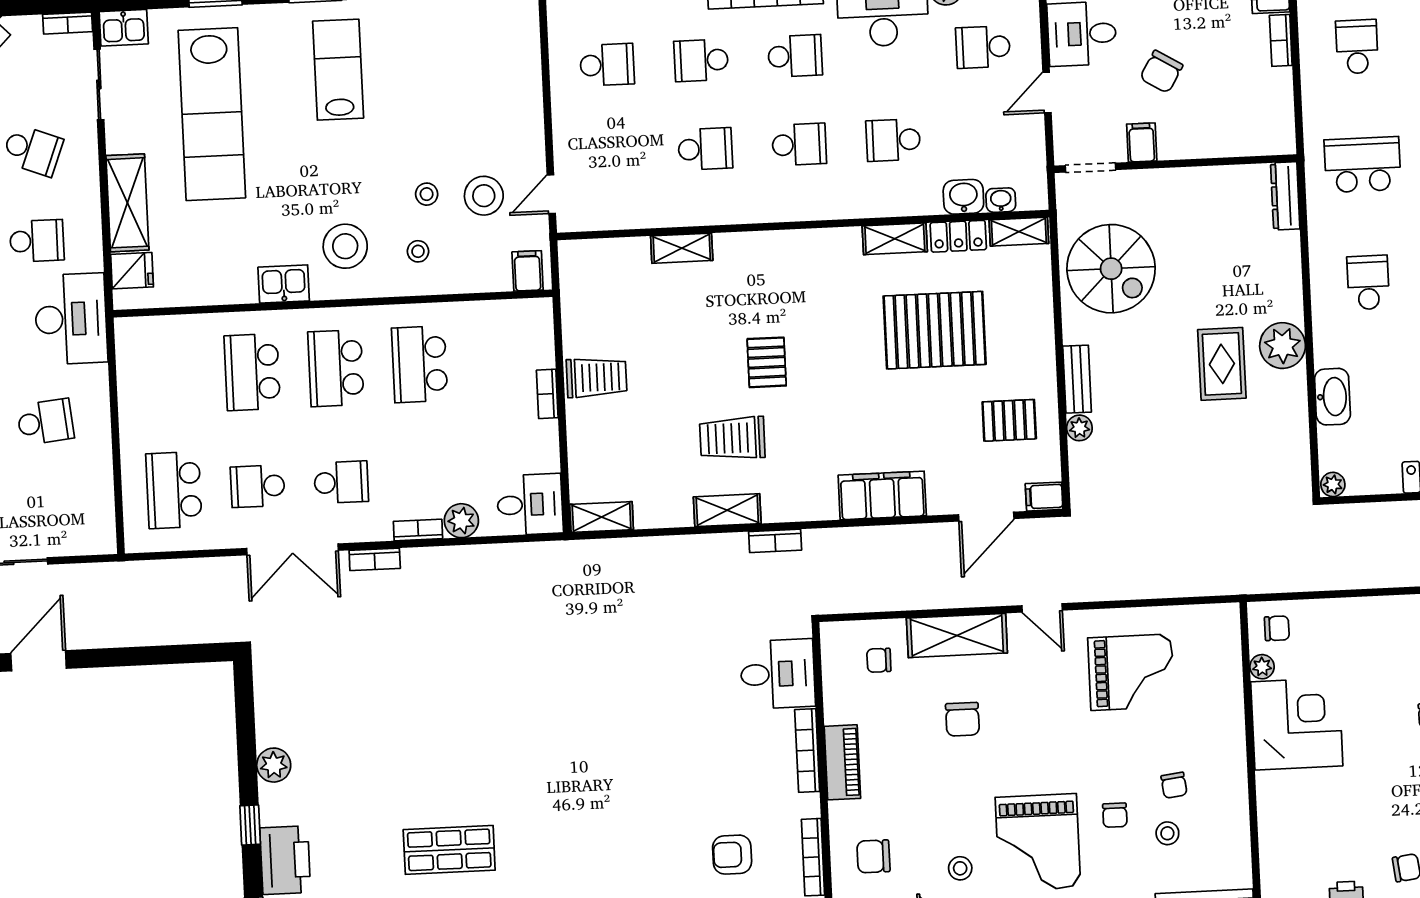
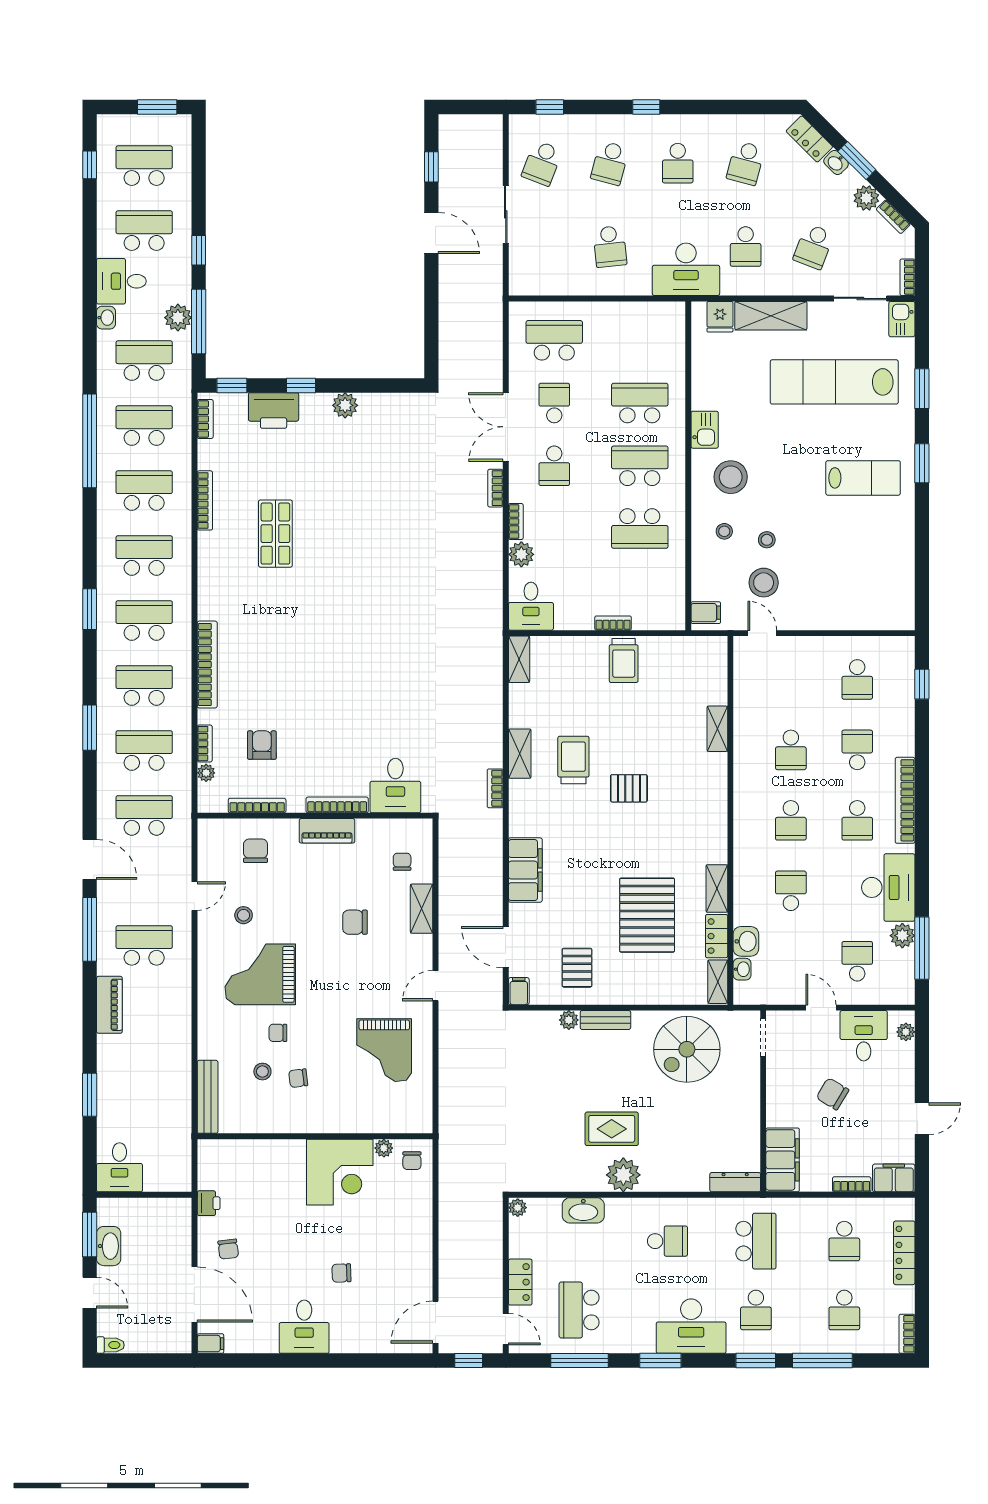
school desk: (1357, 47) -> (844, 1241), turned 90
filing cabinet: (1142, 142) -> (783, 1160), moved, width x3.00, depth x1.17
school desk: (420, 364) -> (640, 529), turned 180
shelving: (957, 636) -> (422, 909), width x0.67, depth x0.75

